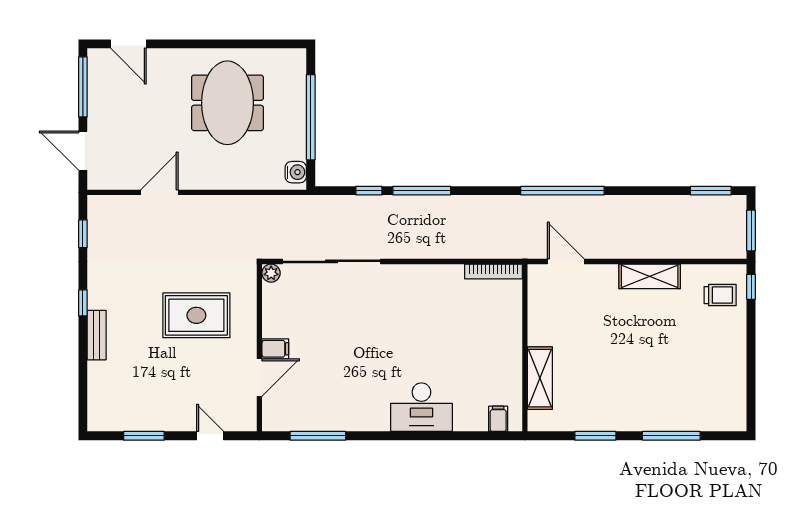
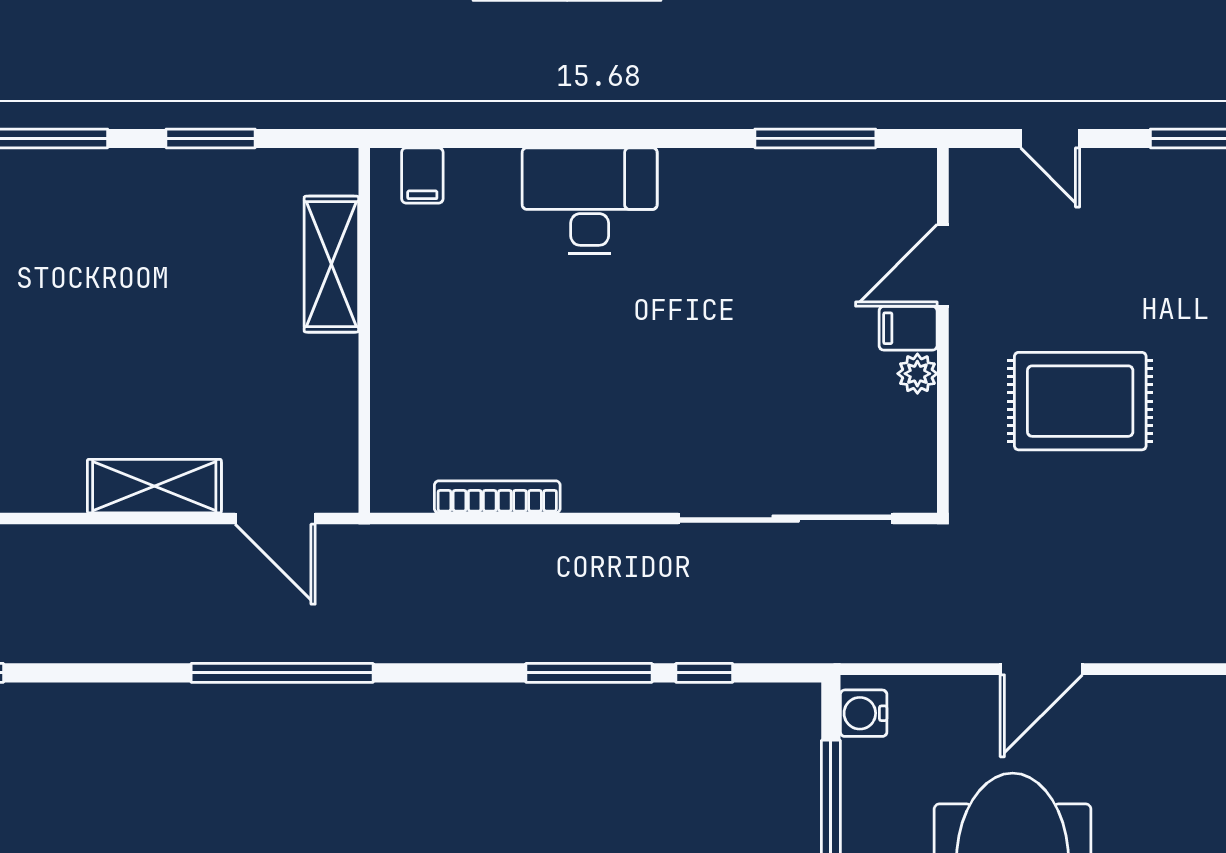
door: (159, 192) -> (1041, 669), moved
bookcase: (493, 271) -> (497, 497), moved
plant: (271, 273) -> (917, 374), moved
shelving: (650, 276) -> (154, 486), moved

